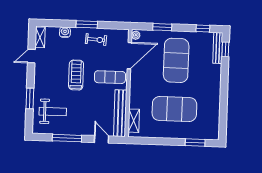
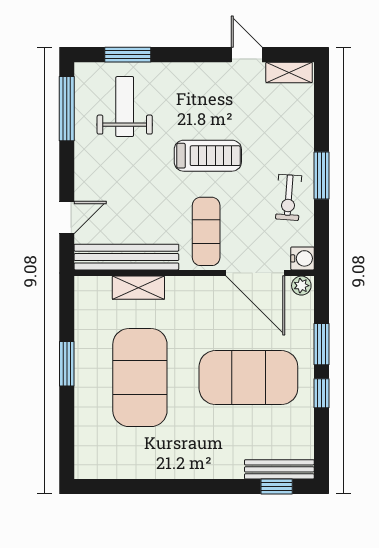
window: (203, 28) -> (322, 393), moved
water cooler: (65, 32) -> (303, 258), moved
window: (30, 98) -> (128, 55), moved
weight bench: (53, 112) -> (125, 107), turned 180
shelving: (134, 121) -> (138, 288), moved
window: (67, 138) -> (67, 109), moved
window: (195, 143) -> (67, 364), moved

